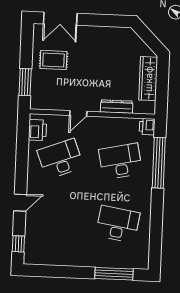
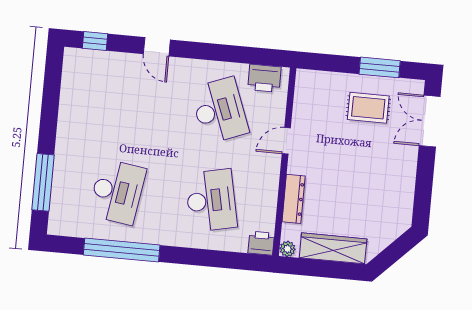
rug: (54, 60) -> (368, 108), turned 90
window: (25, 82) -> (380, 67), moved
plant: (150, 109) -> (287, 249), added
door: (78, 113) -> (286, 141), hinge flipped
window: (159, 163) -> (122, 250), moved

